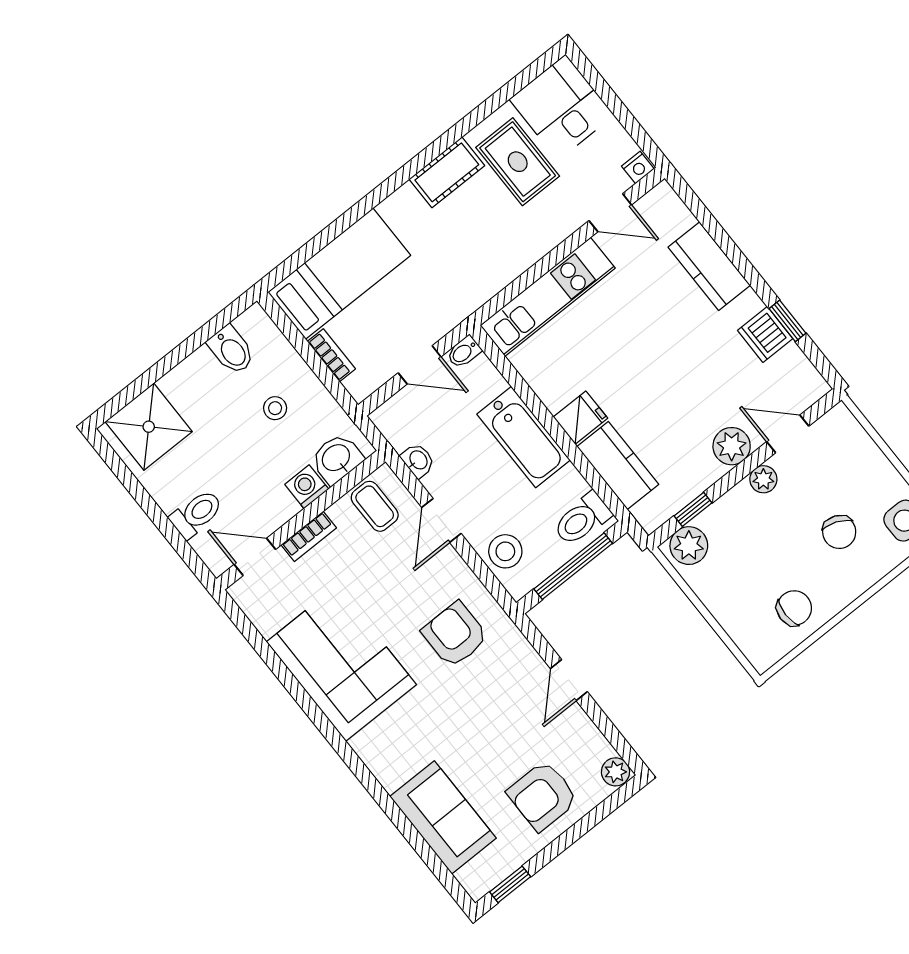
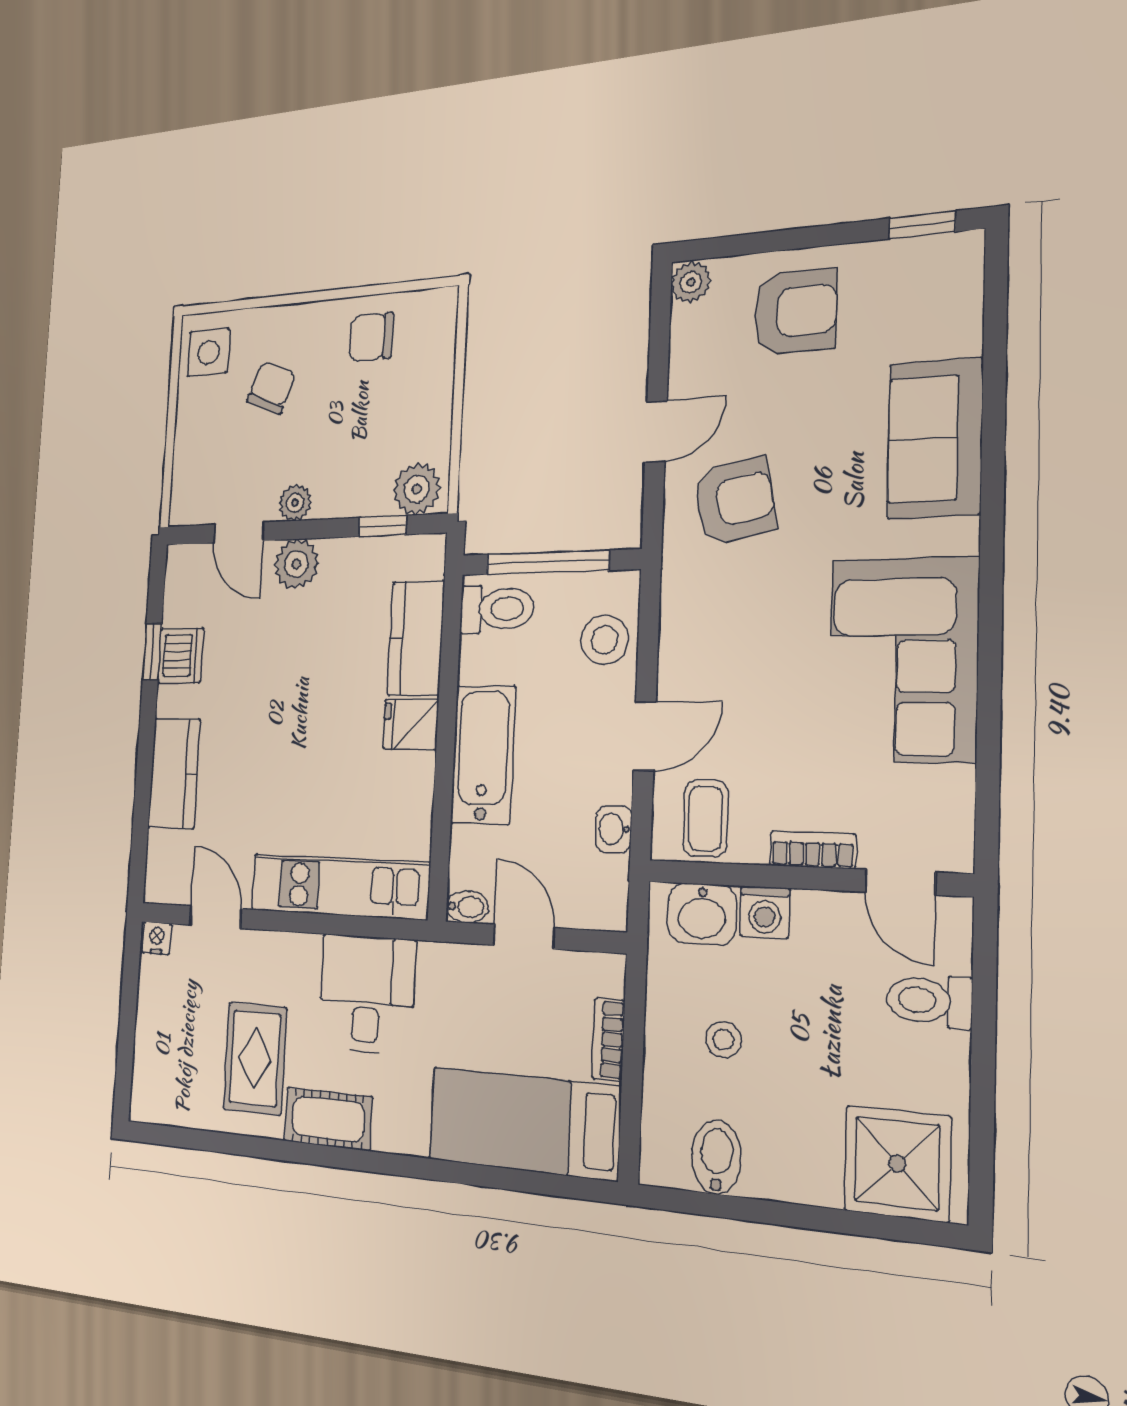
desk: (562, 107) -> (367, 994), moved, turned 180
armchair: (455, 635) -> (734, 501), moved, turned -101
sofa: (443, 817) -> (935, 438), moved

